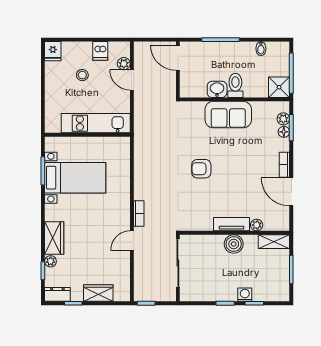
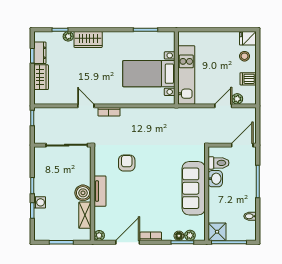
stool: (82, 75) -> (245, 56), moved
toilet: (235, 85) -> (219, 163), moved
sofa: (228, 115) -> (194, 188), width x1.36
armchair: (201, 169) -> (127, 163), moved
bed with nightstands: (75, 178) -> (149, 74), moved, turned 90
plant: (257, 225) -> (99, 236), moved
shelving: (274, 242) -> (85, 215), moved
dresser: (57, 294) -> (40, 53), moved

